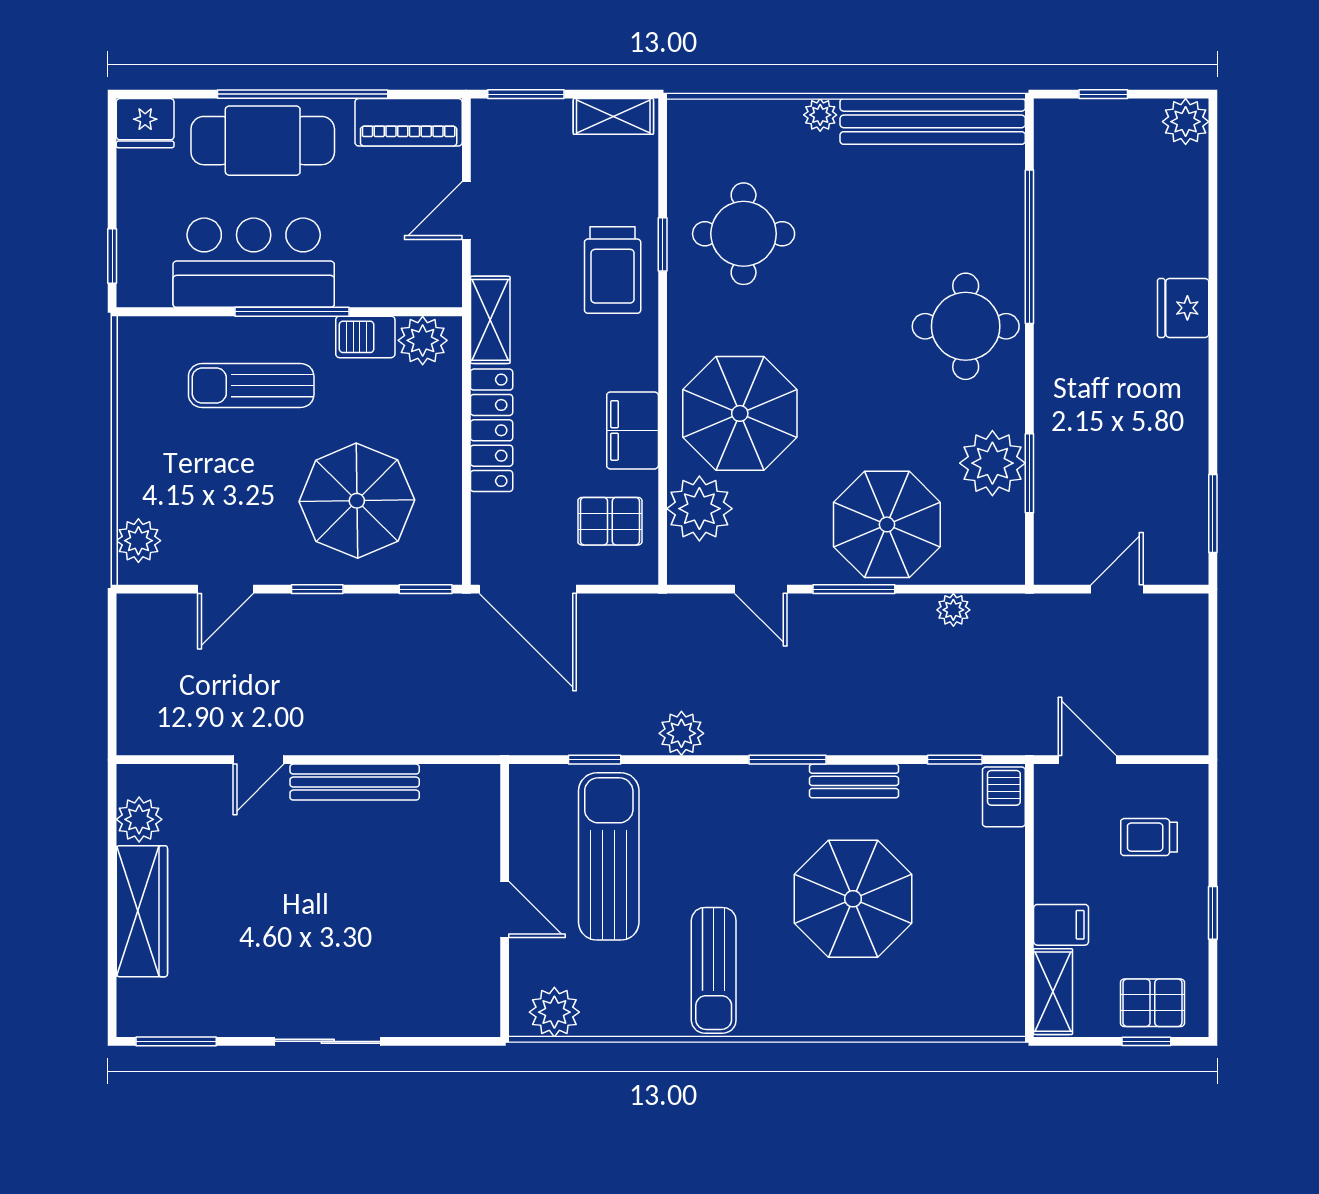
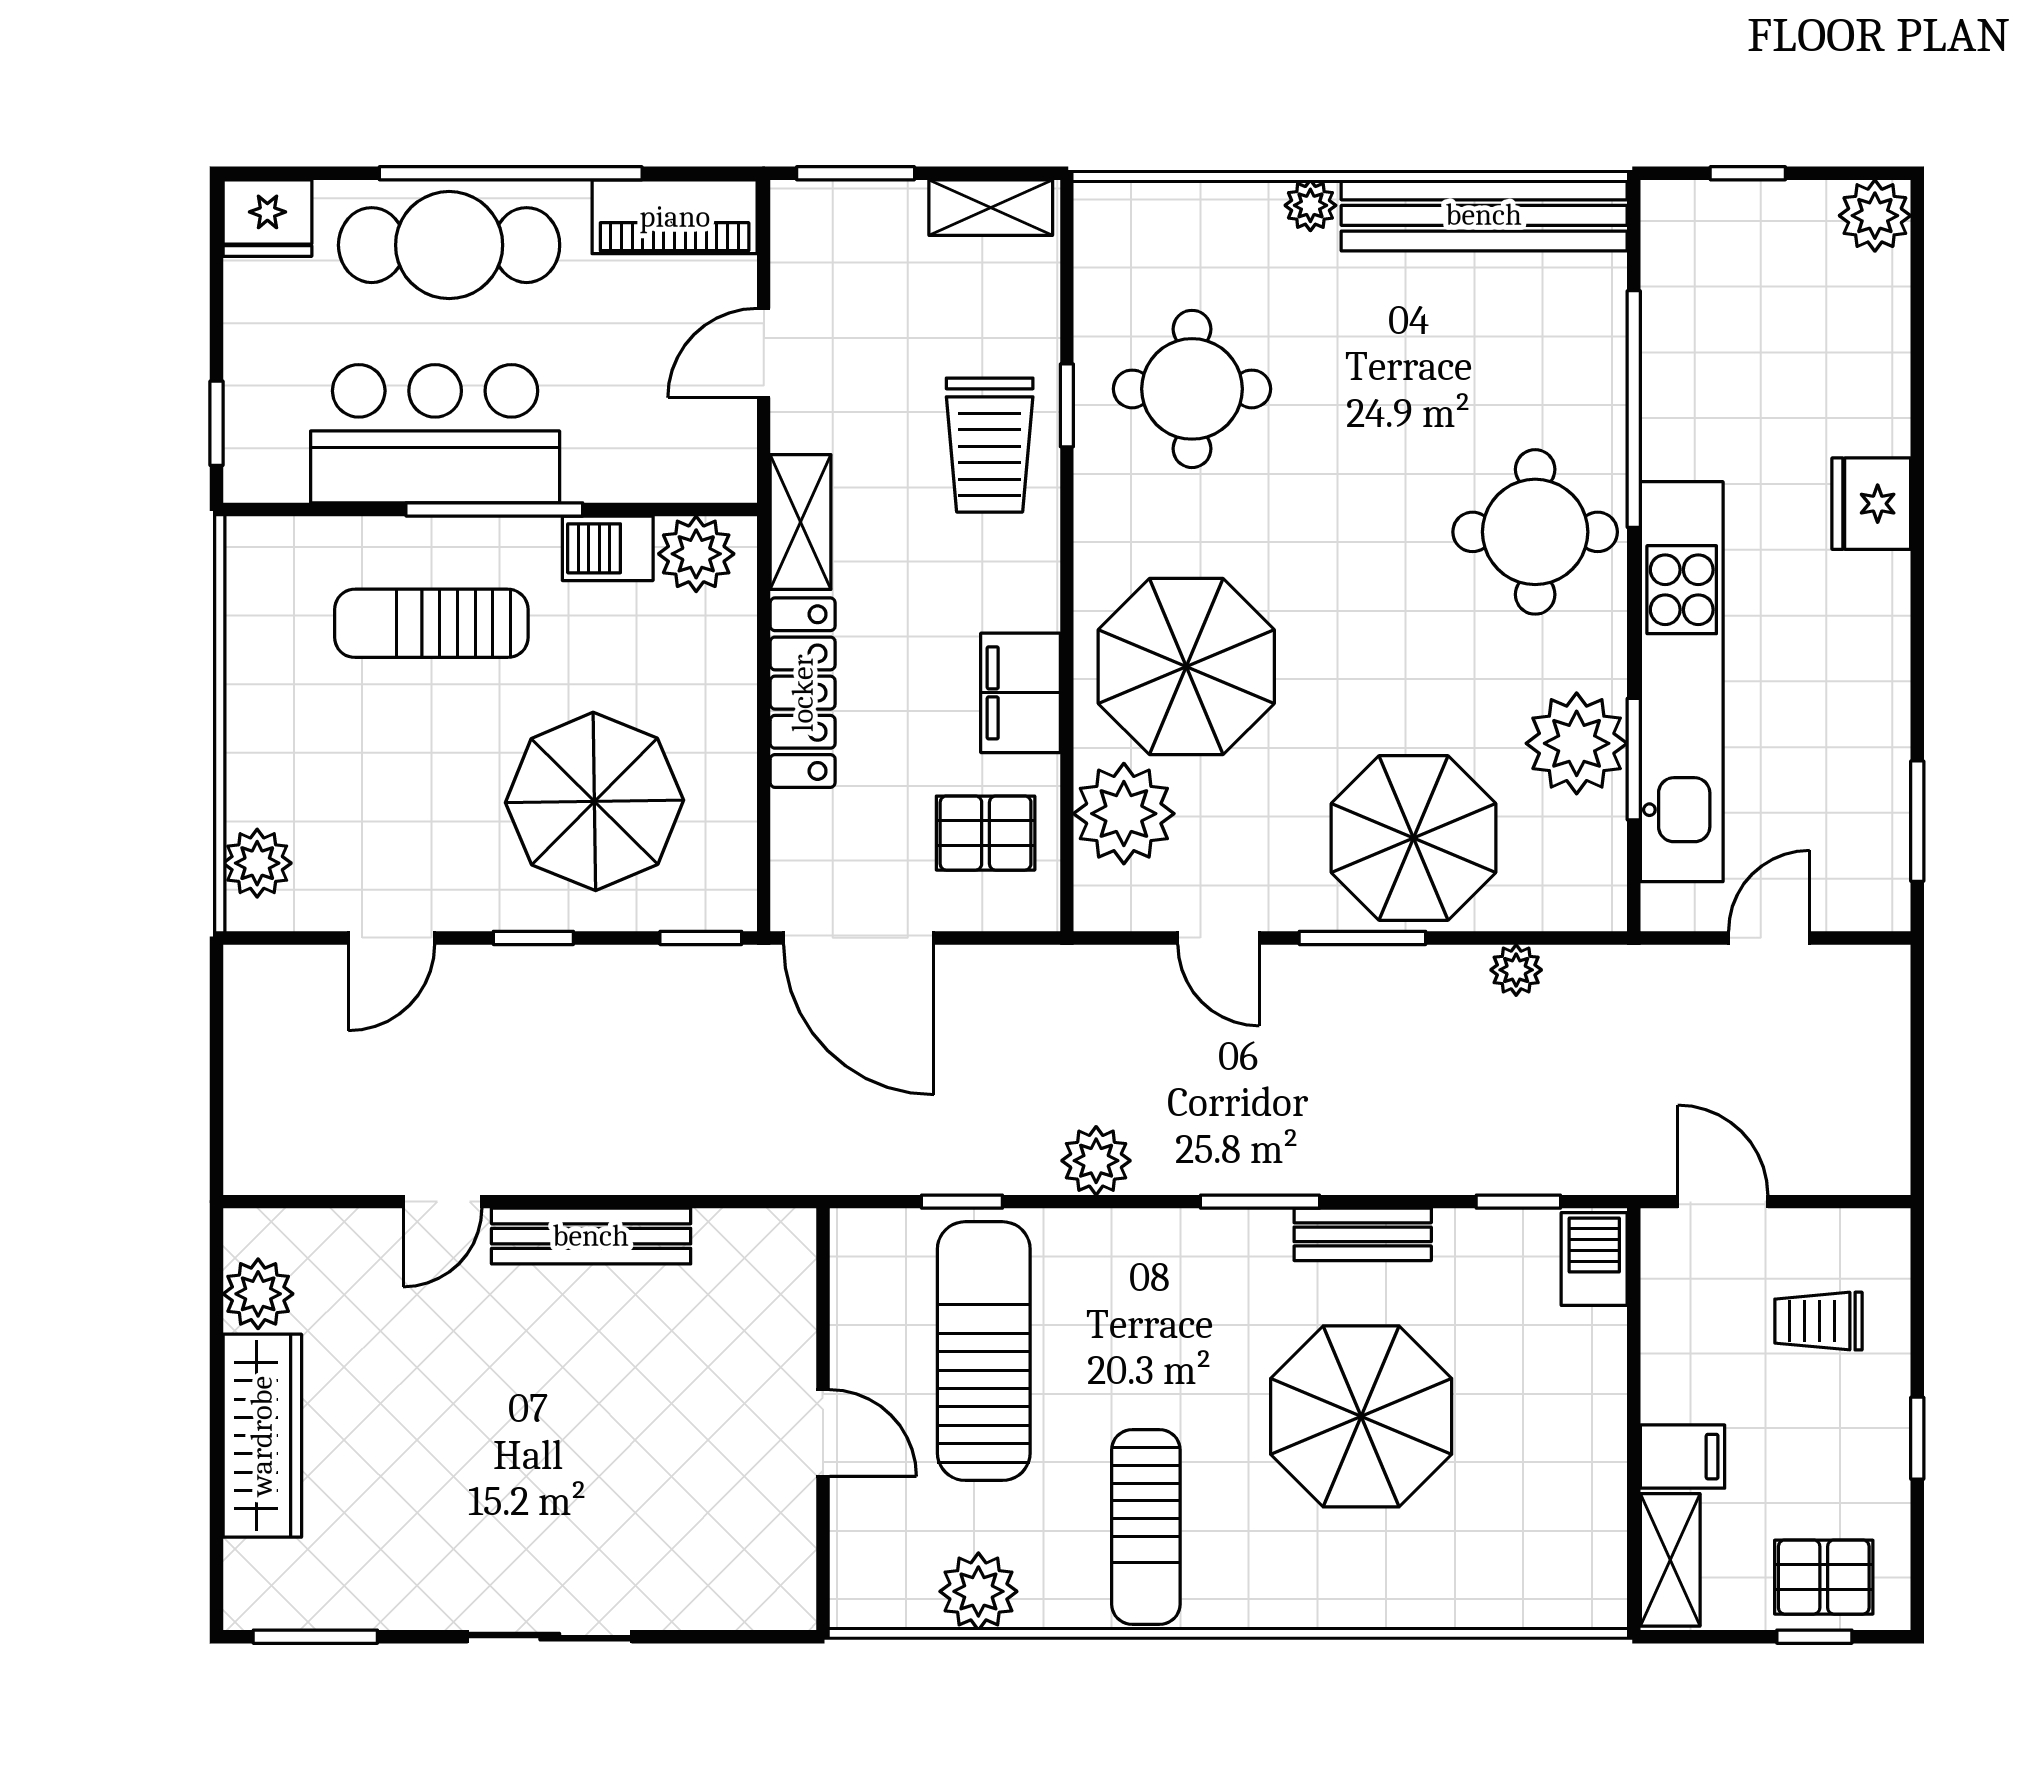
kitchen unit: (1060, 423) -> (1682, 682), added
plant: (554, 1012) -> (978, 1591), moved

